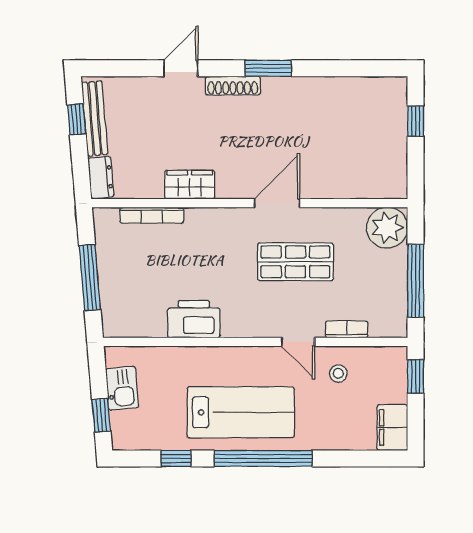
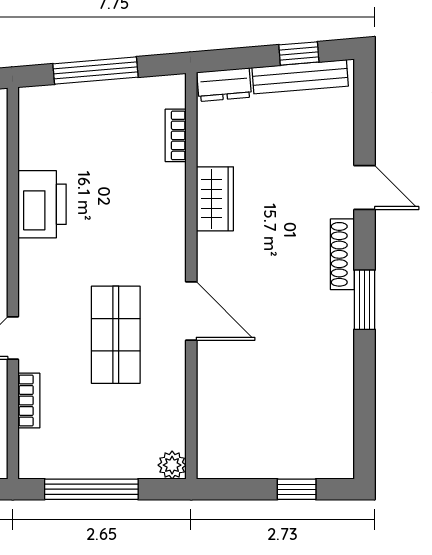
bookcase: (152, 215) -> (176, 135), width x0.64
plant: (387, 228) -> (172, 465), width x0.53, depth x0.53

